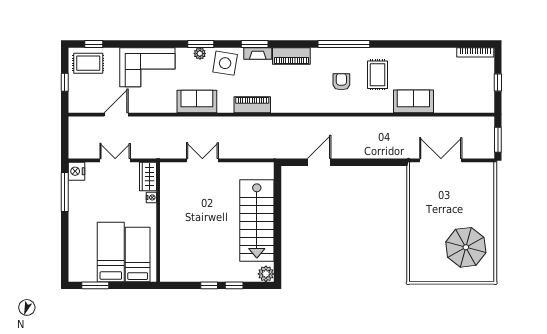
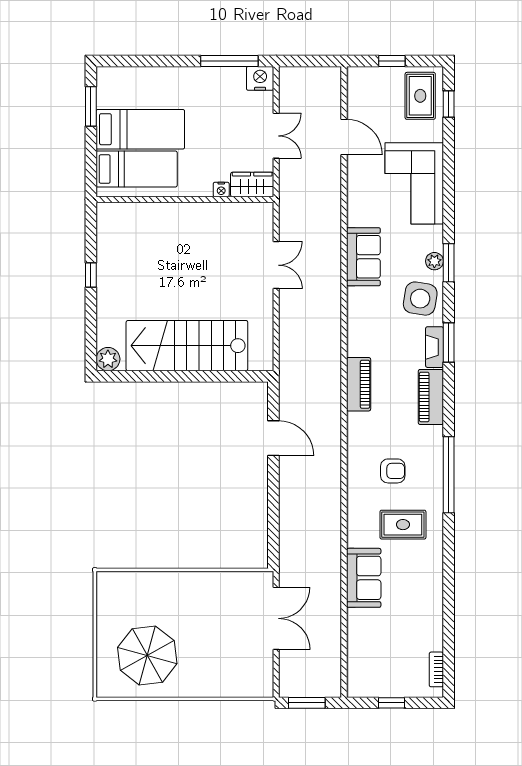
bookcase: (475, 52) -> (436, 669), width x0.64
piano: (252, 105) -> (359, 384), moved
window: (234, 285) -> (91, 312), removed

